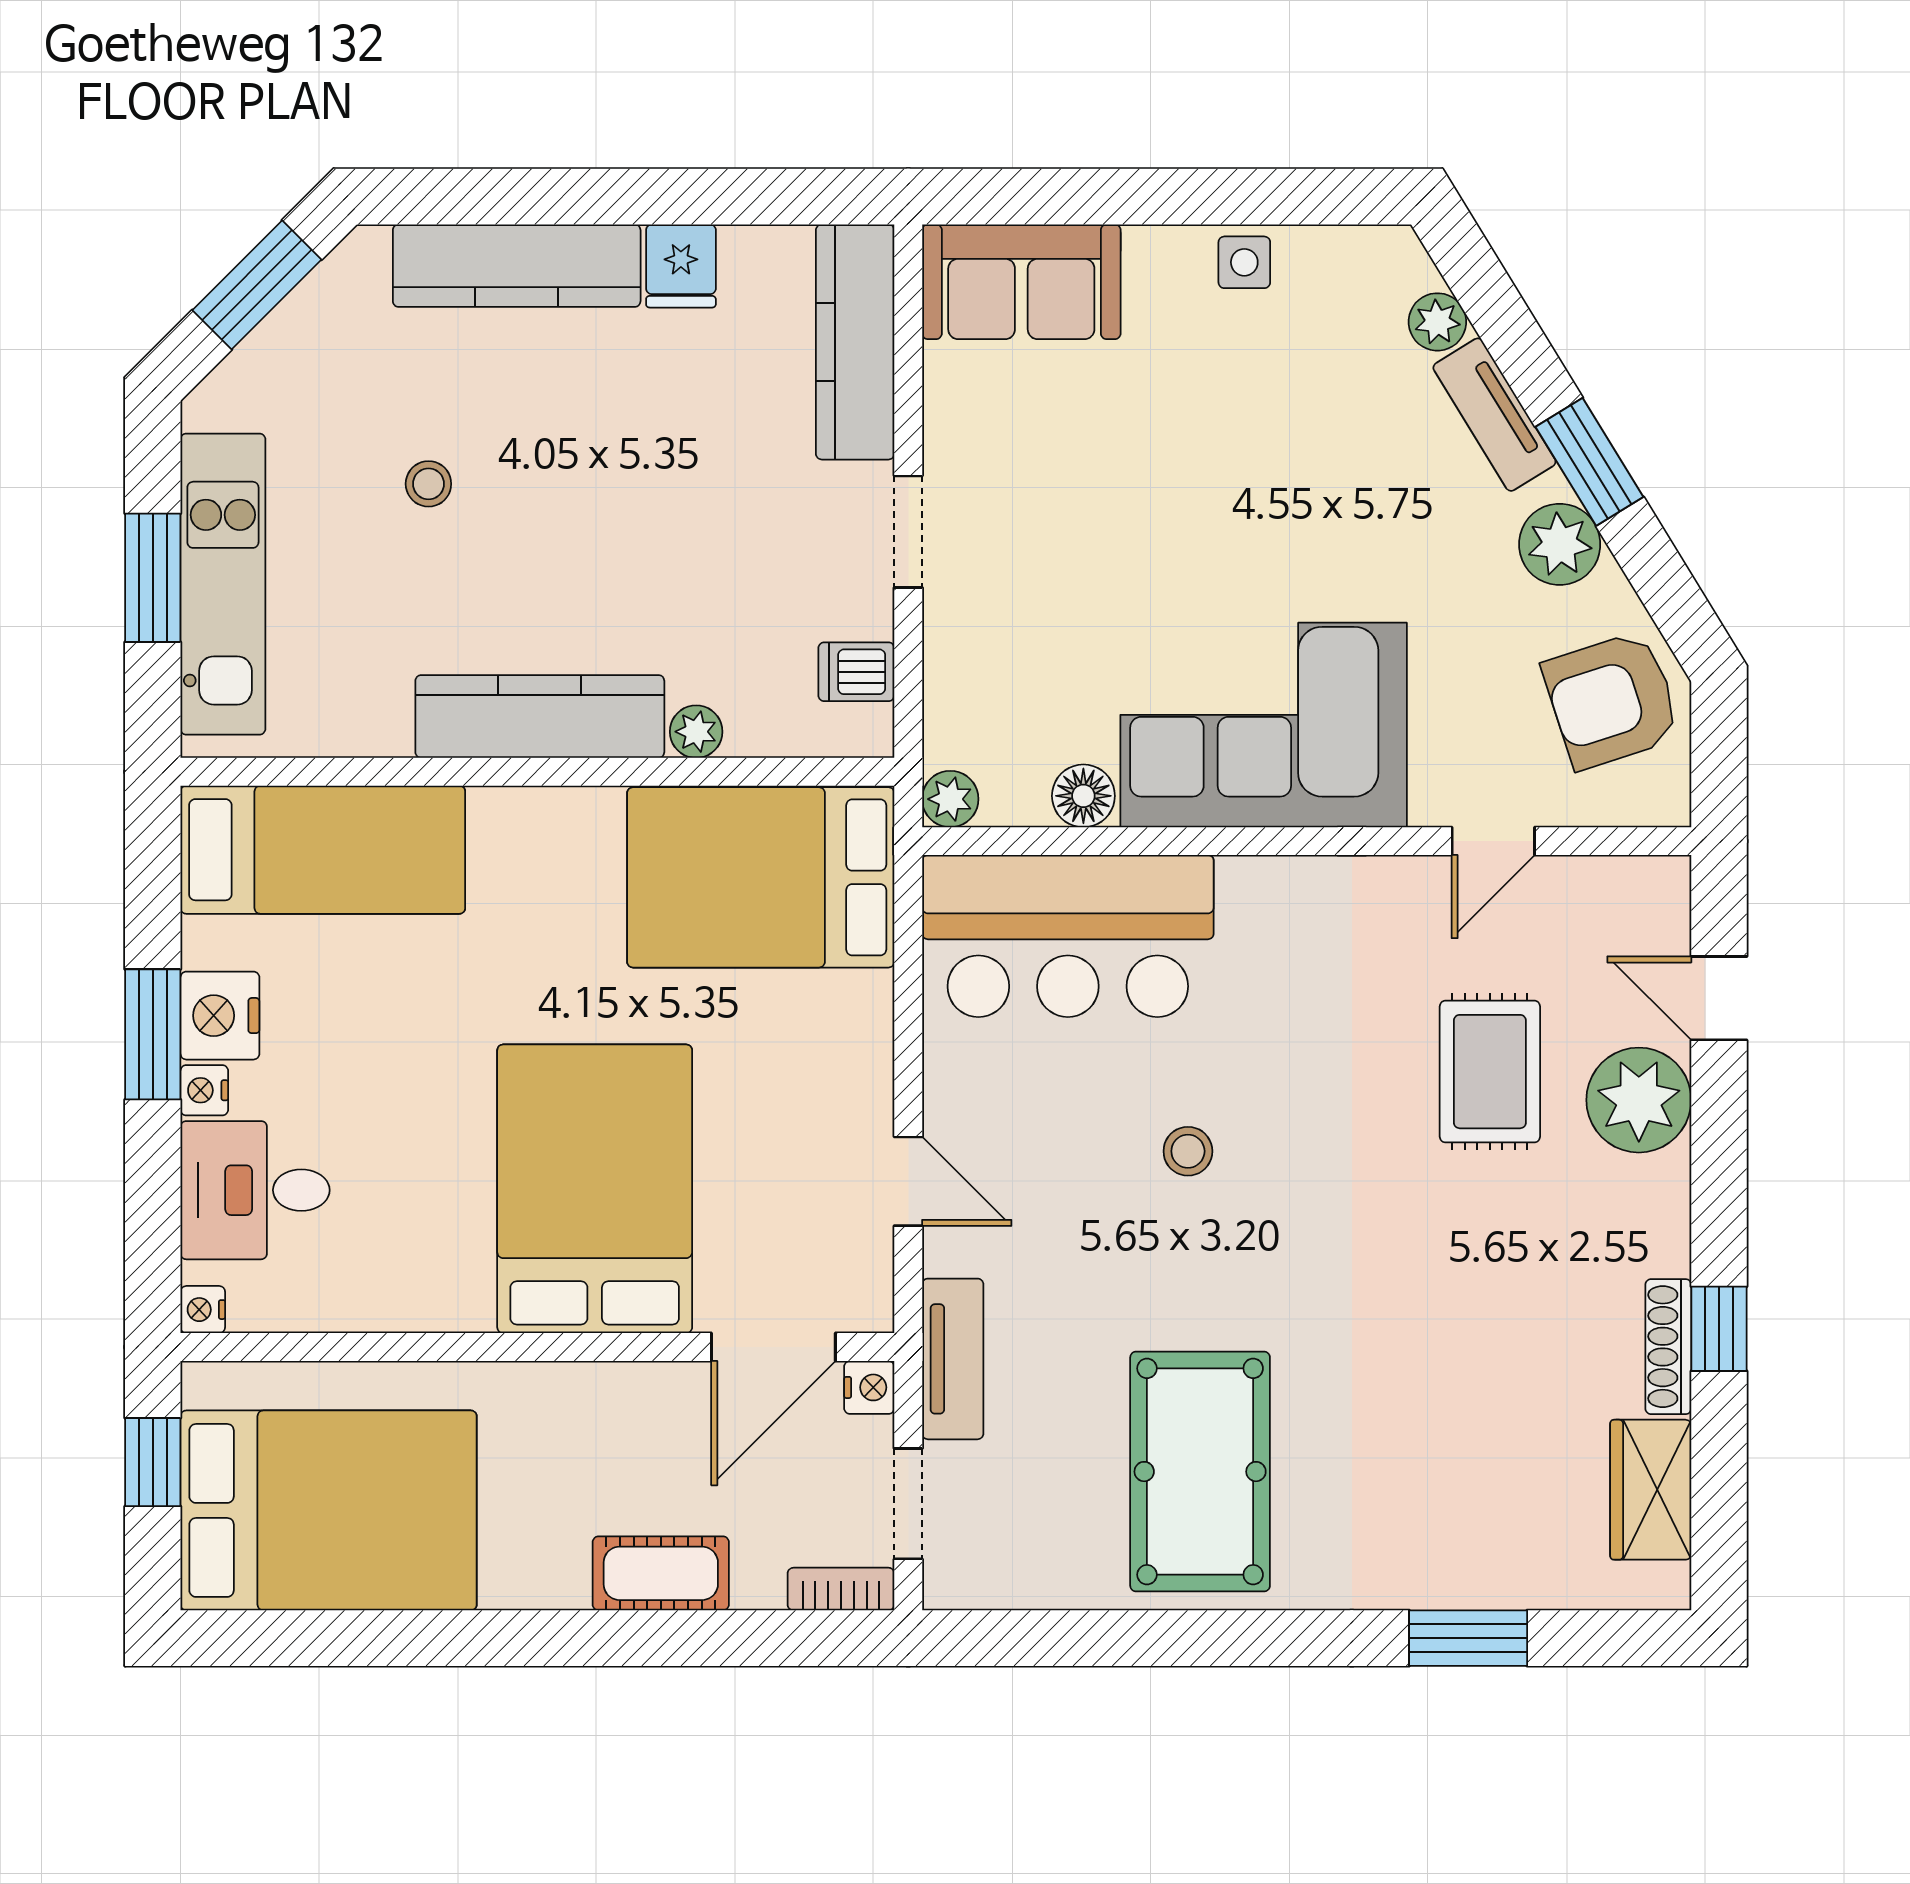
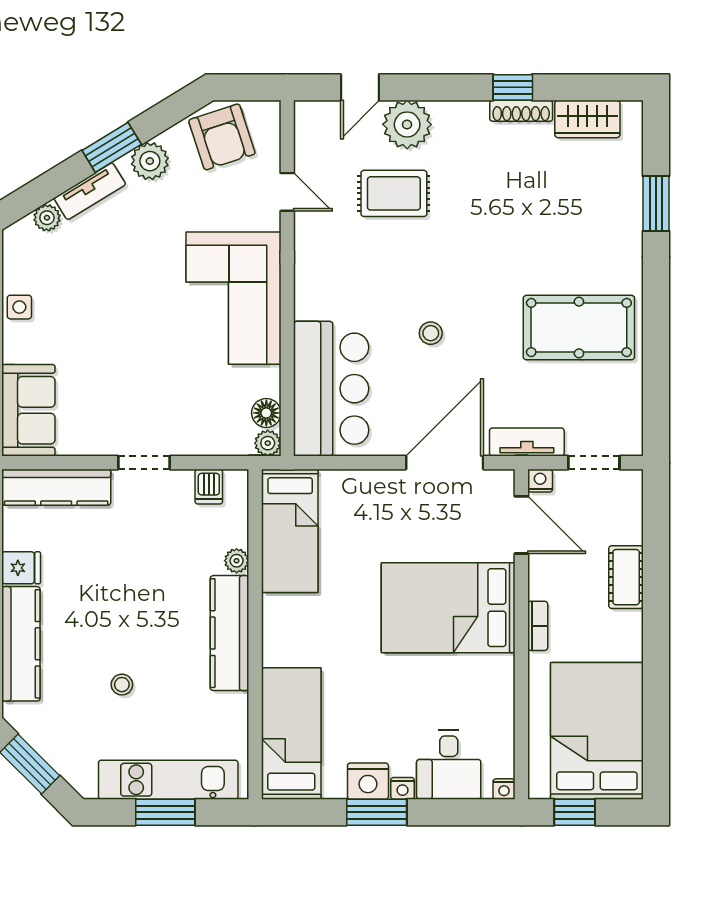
floor lamp: (1083, 796) -> (266, 413), moved
bed: (761, 877) -> (290, 531), width x0.67
door: (908, 1181) -> (445, 463), width x1.87
bookcase: (841, 1589) -> (538, 626), moved, turned 180

